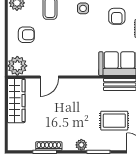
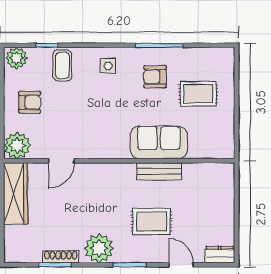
armchair: (117, 16) -> (155, 77), turned 90
plant: (81, 145) -> (99, 248), width x1.88, depth x1.88

